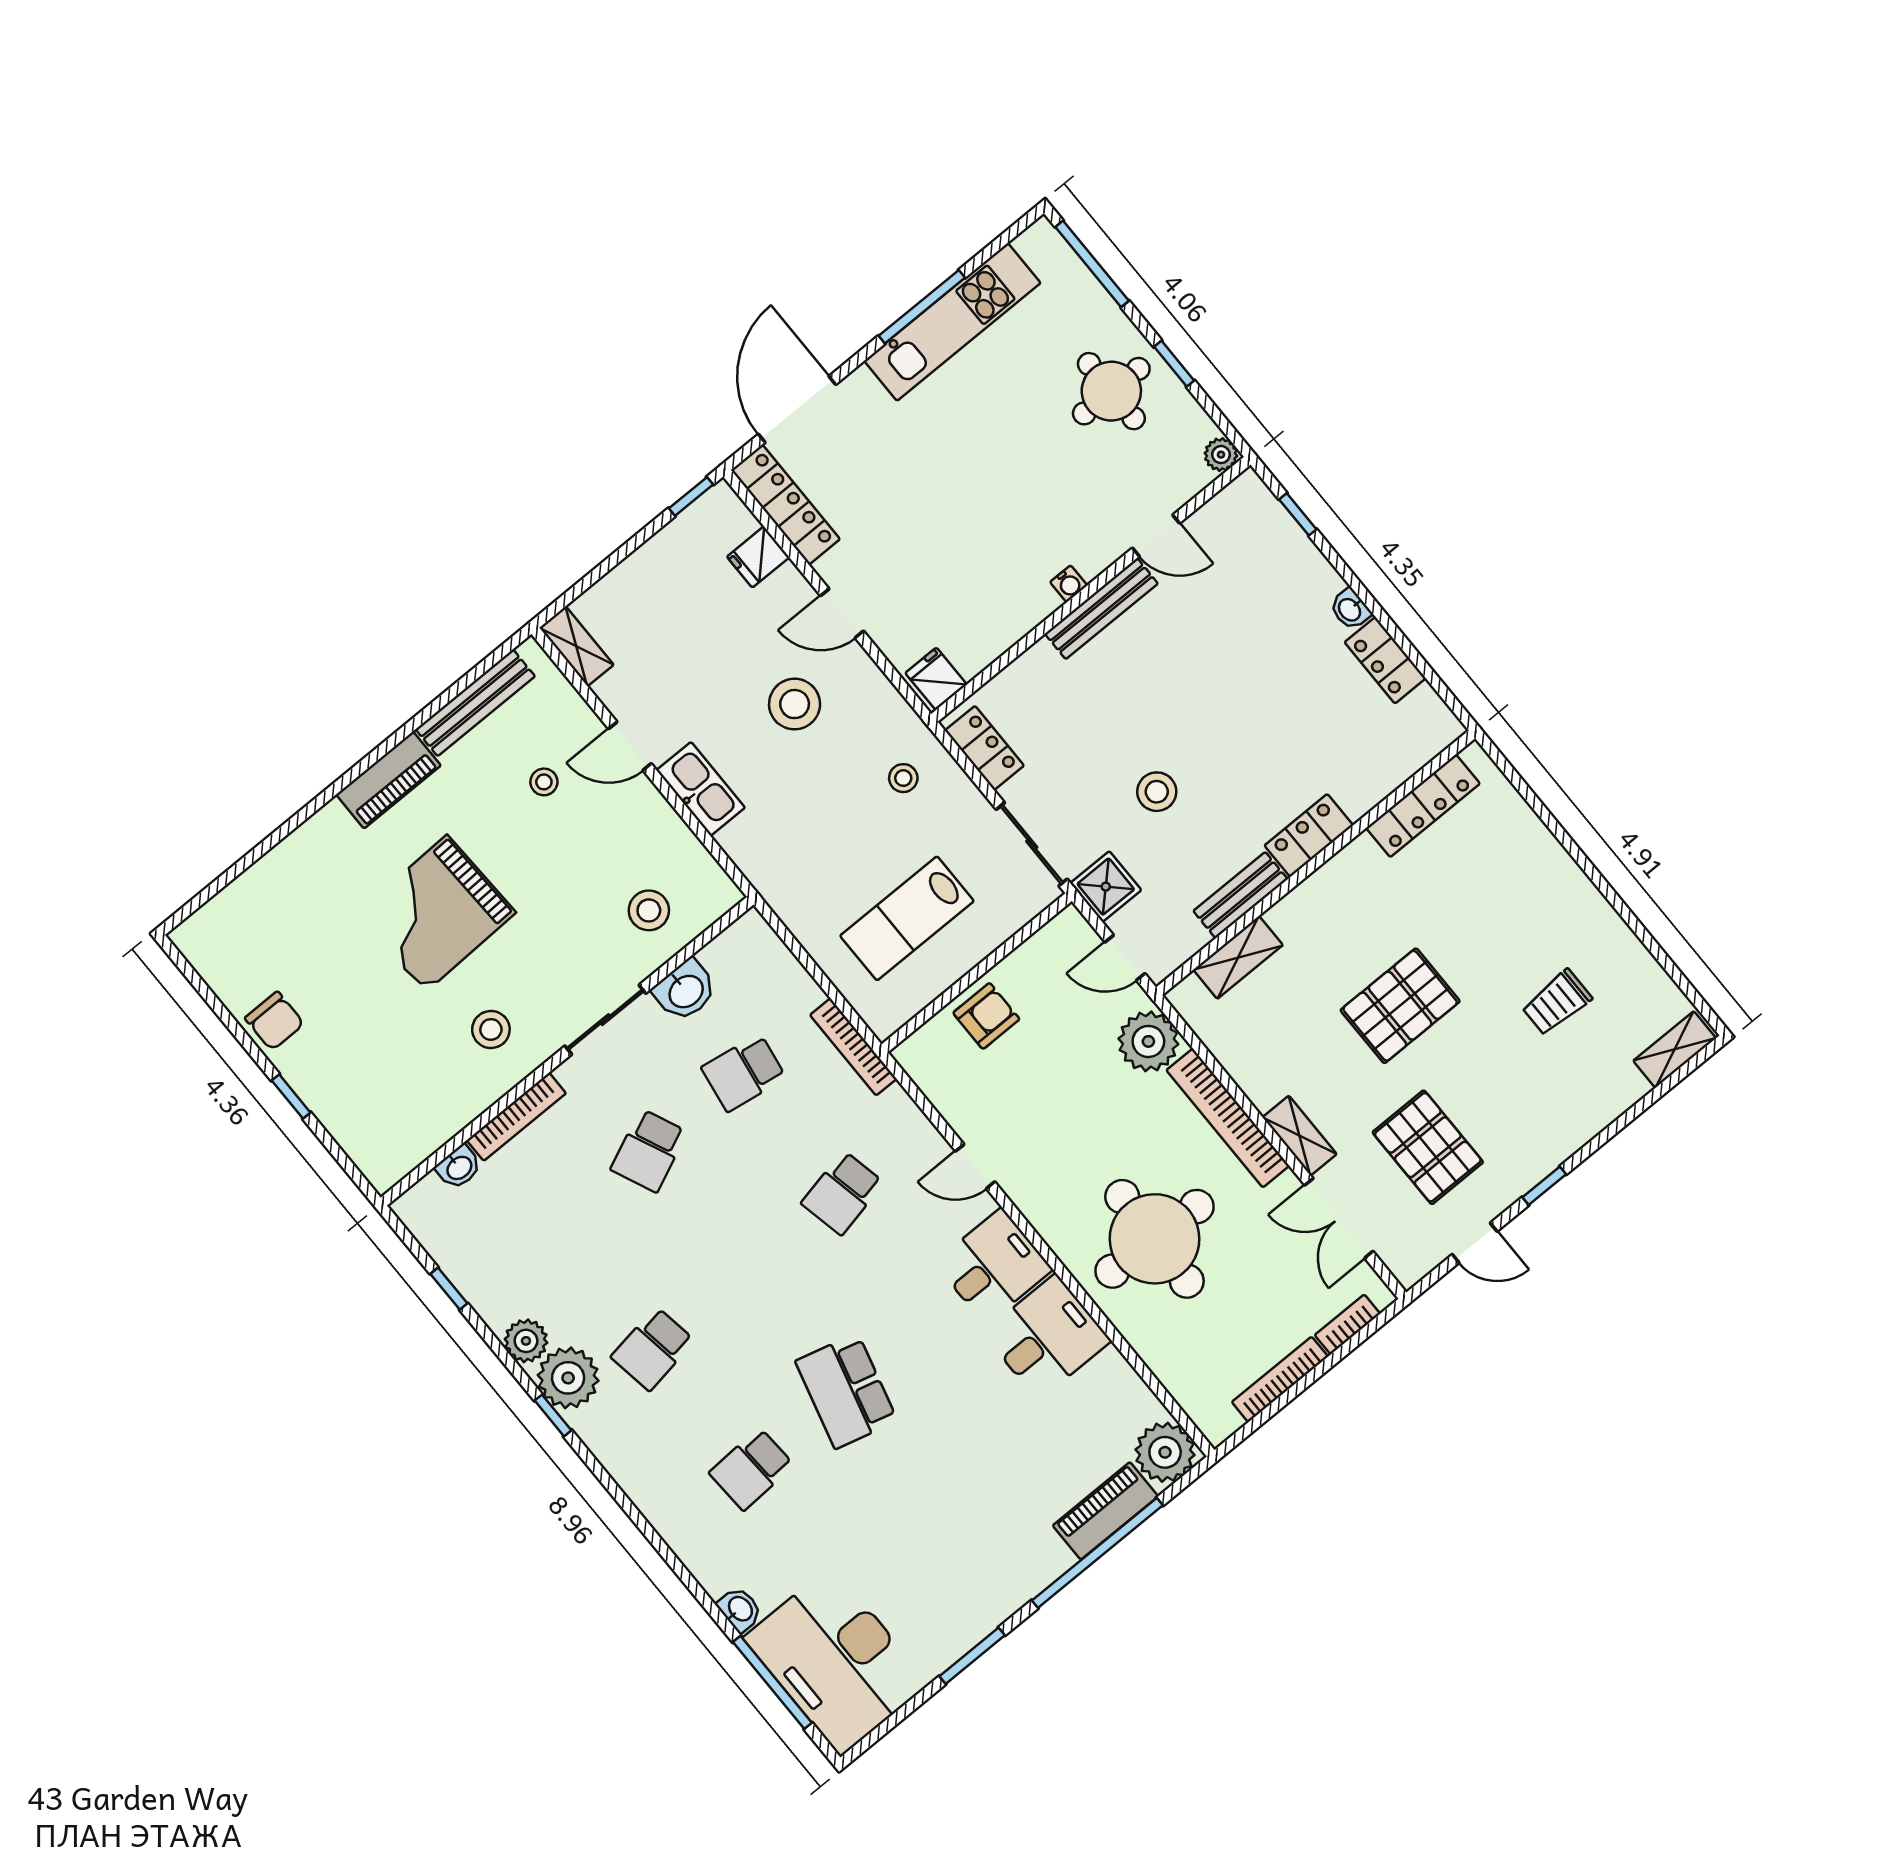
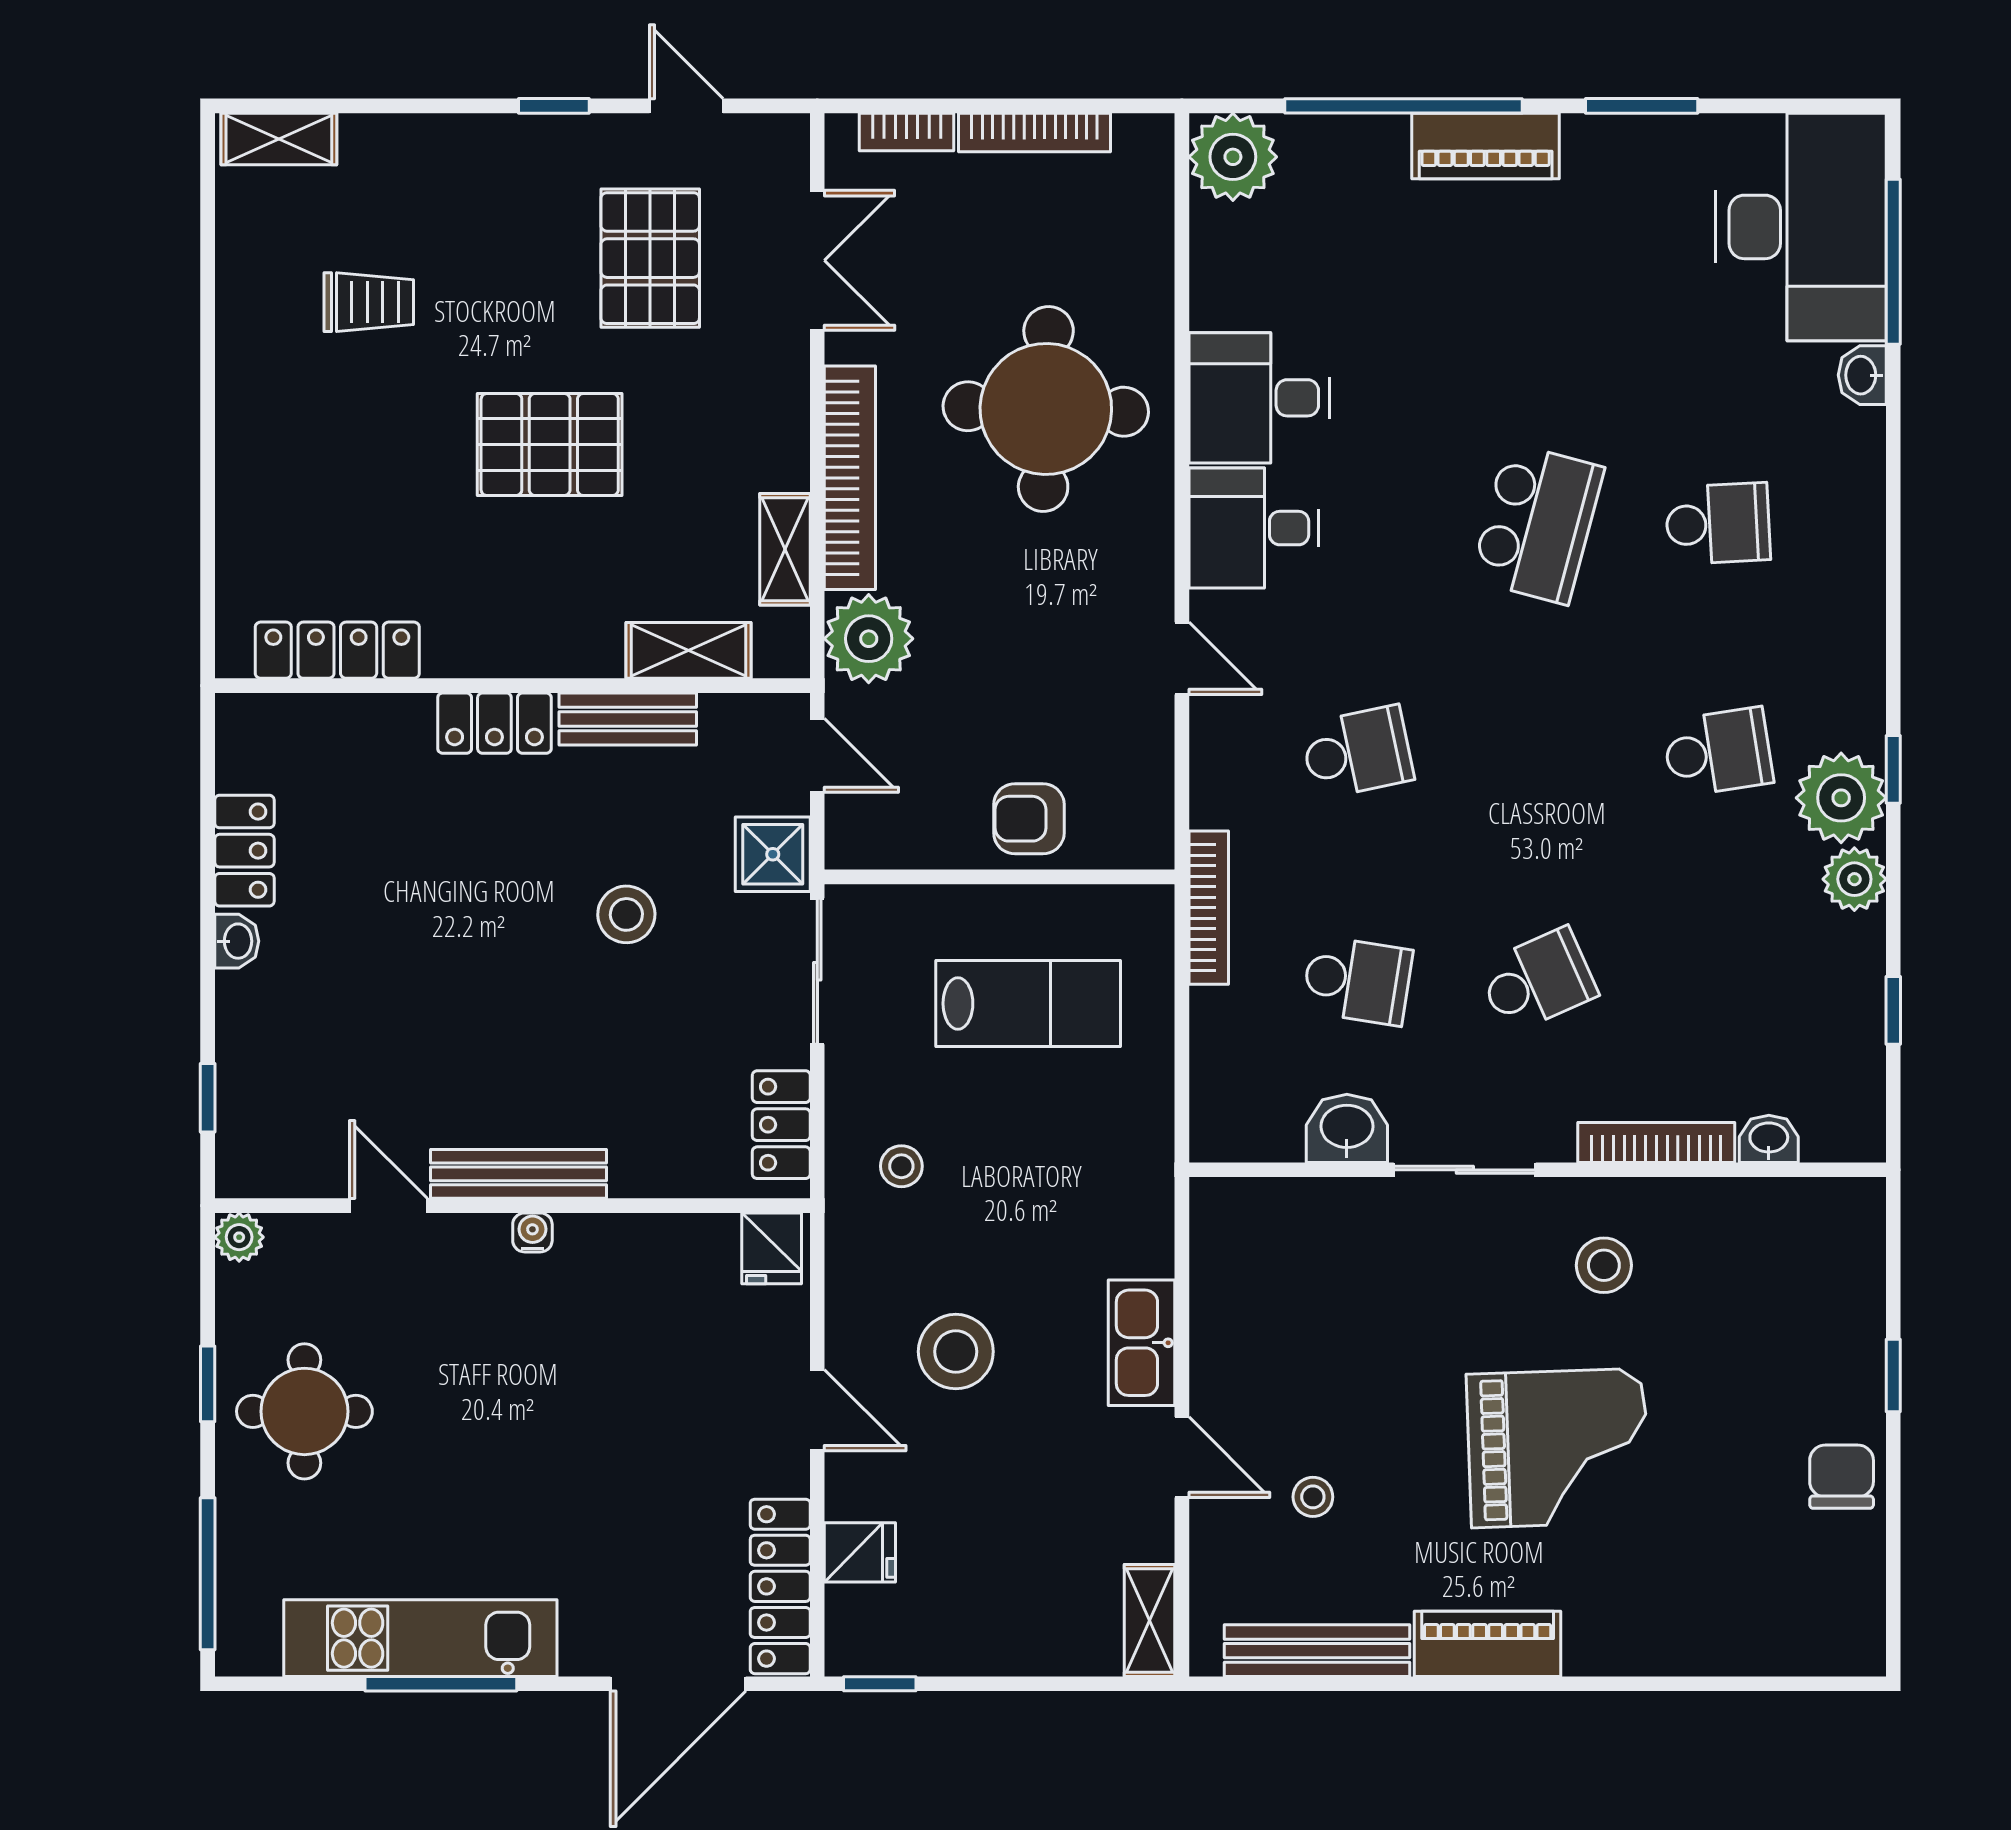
stool: (649, 910) -> (1314, 1253), removed
shelving: (1300, 1136) -> (785, 549), moved
piano: (1105, 1511) -> (1486, 146), moved

